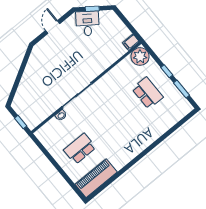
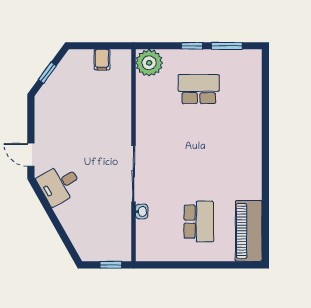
desk: (87, 23) -> (59, 184), moved, turned -66
door: (53, 27) -> (31, 155), moved
filing cabinet: (131, 42) -> (102, 60), moved
school desk: (80, 149) -> (199, 222), turned 180

